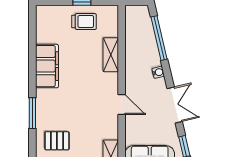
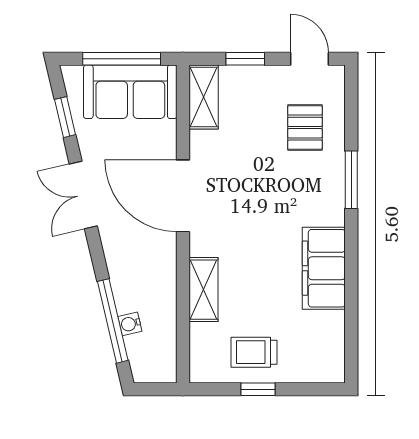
water cooler: (158, 72) -> (130, 324), moved
door: (122, 105) -> (183, 196), width x1.87
pallet: (57, 141) -> (305, 128), turned 90

